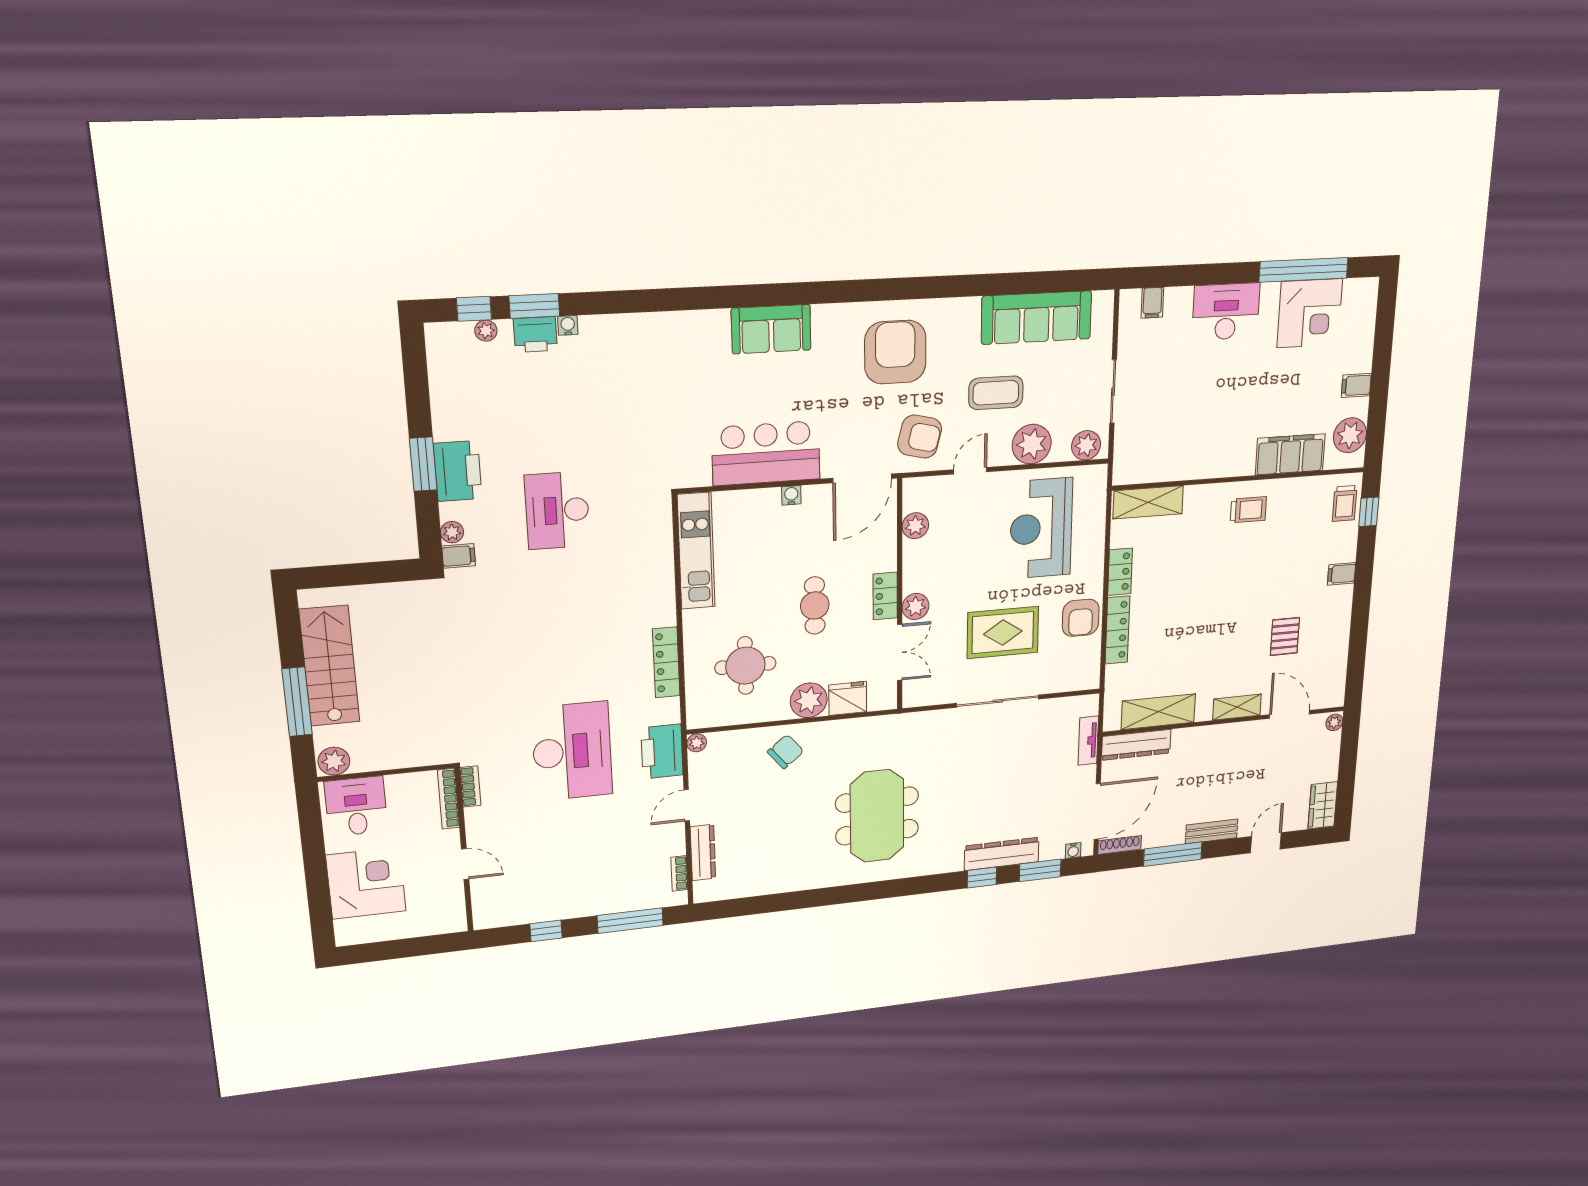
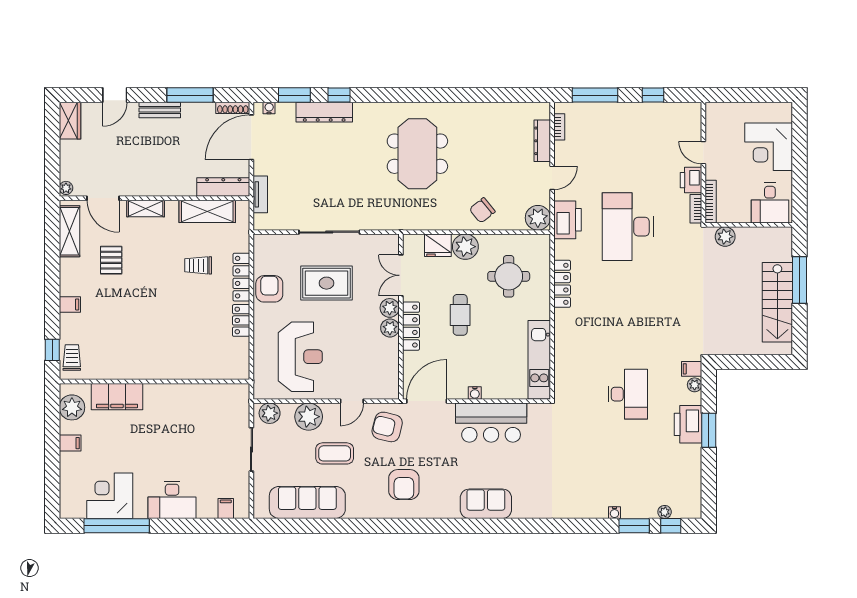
printer: (535, 335) -> (691, 180), moved, turned -90
armchair: (895, 352) -> (404, 485), width x0.73, depth x0.73
shelving: (1148, 502) -> (69, 231), moved, turned 90
trolley: (1248, 510) -> (198, 265), moved
plant: (915, 526) -> (390, 328), moved
locker: (885, 596) -> (411, 326), width x1.53
plant: (697, 743) -> (538, 218), width x1.87, depth x1.87
plant: (334, 761) -> (725, 237), moved

